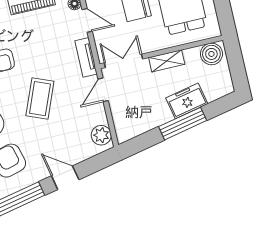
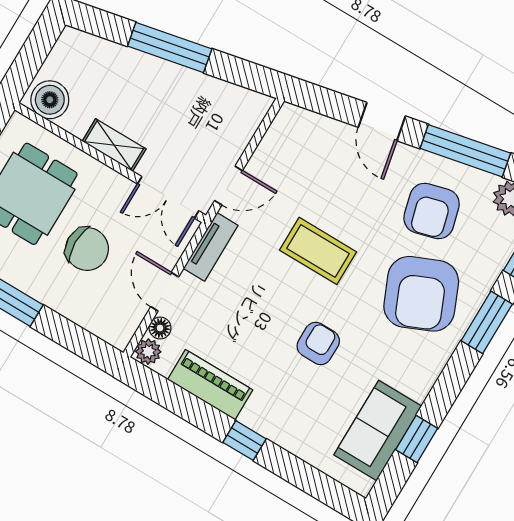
coffee table: (40, 99) -> (318, 251), turned 68
freezer: (187, 101) -> (137, 71), removed
plant: (101, 135) -> (286, 131), removed

